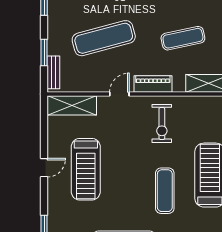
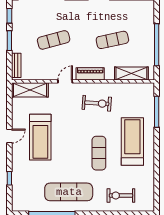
exercise mat: (104, 38) -> (54, 40), width x0.73, depth x0.69
window: (44, 53) -> (9, 41), moved
exercise bike: (162, 123) -> (97, 103), turned -86

